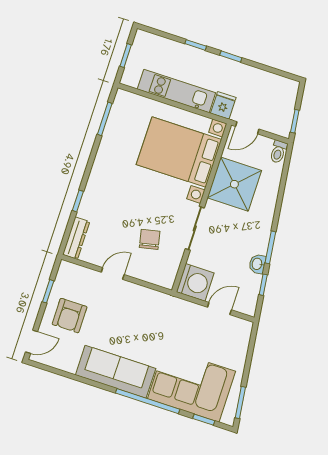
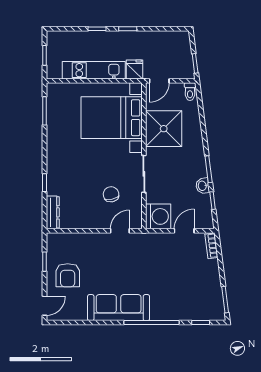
door: (113, 273) -> (120, 231), moved
bookcase: (245, 336) -> (211, 246), added
corner sofa: (192, 385) -> (182, 298), removed

